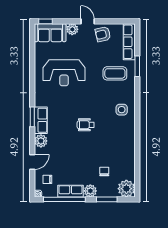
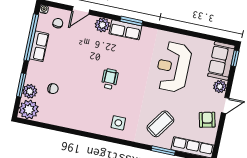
coffee table: (115, 73) -> (160, 124), turned 35
door: (32, 162) -> (81, 10), hinge flipped
plant: (90, 191) -> (30, 91), moved

